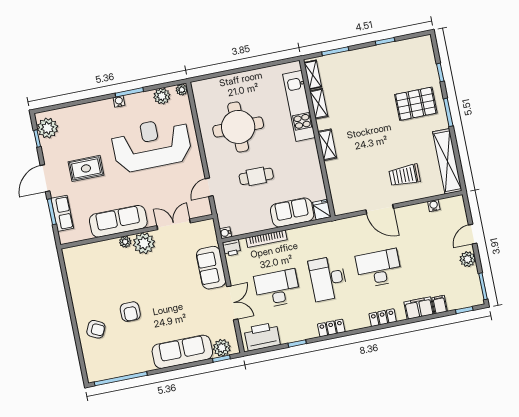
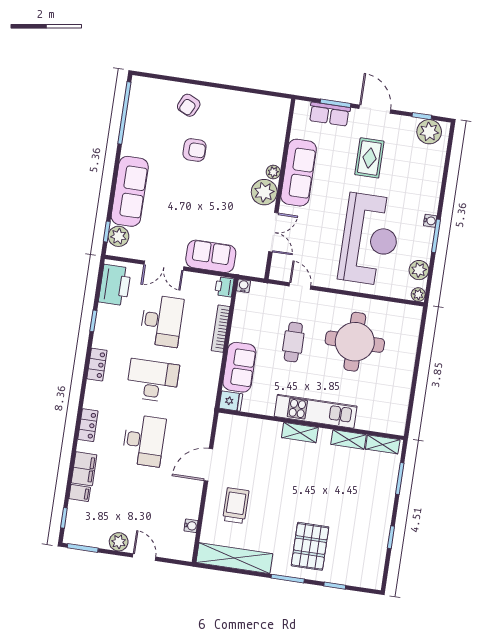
kitchen unit: (299, 106) -> (316, 411), moved
armchair: (130, 312) -> (194, 150), turned 180

